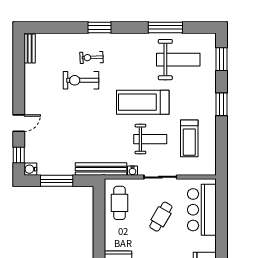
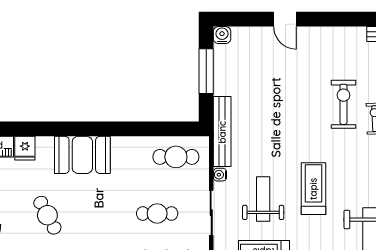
treadmill: (143, 102) -> (313, 189), width x0.73, depth x0.73
weight bench: (150, 139) -> (263, 199), turned 180
window: (19, 155) -> (241, 19), removed
cafe table: (161, 217) -> (157, 213), turned -30

